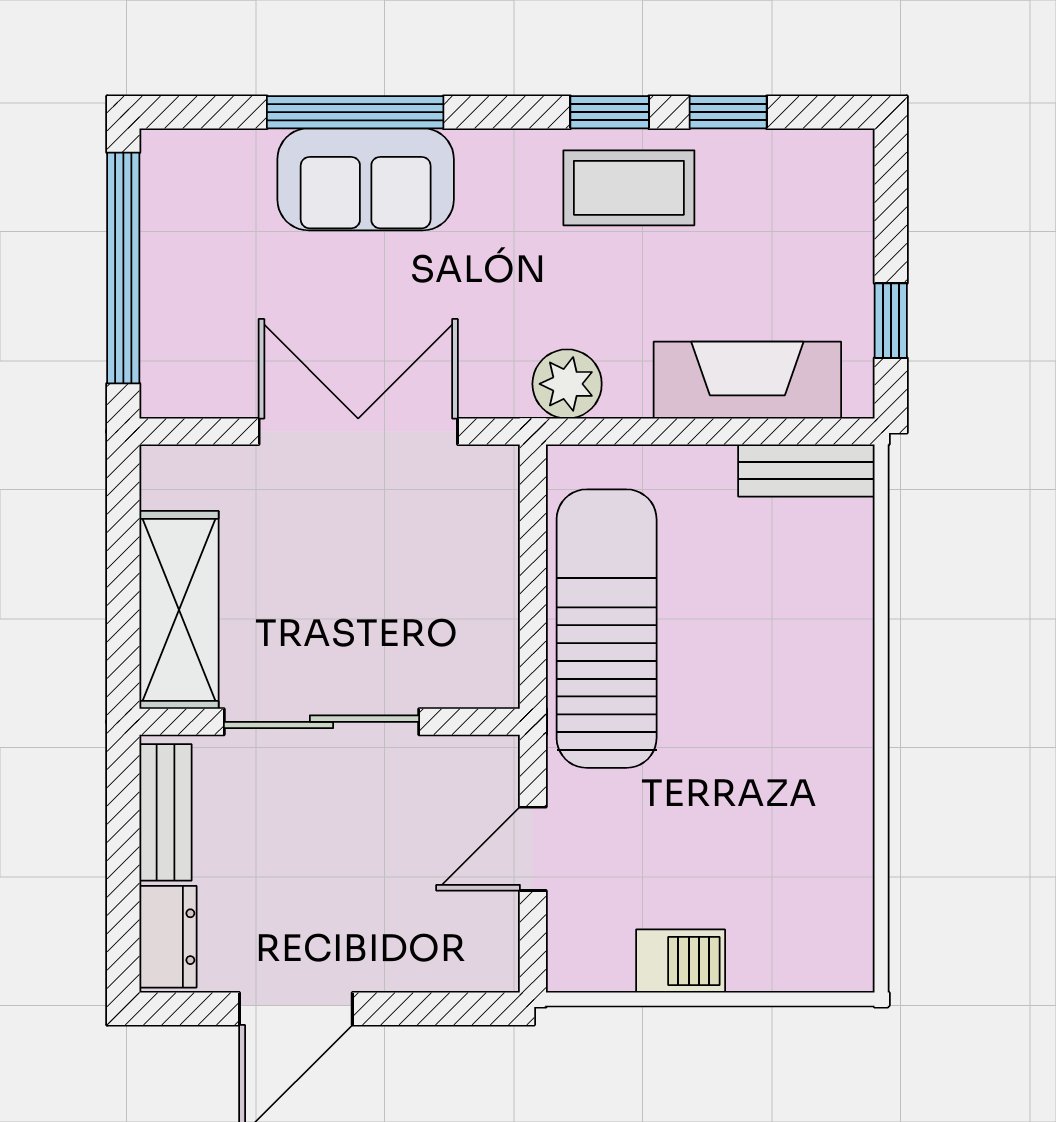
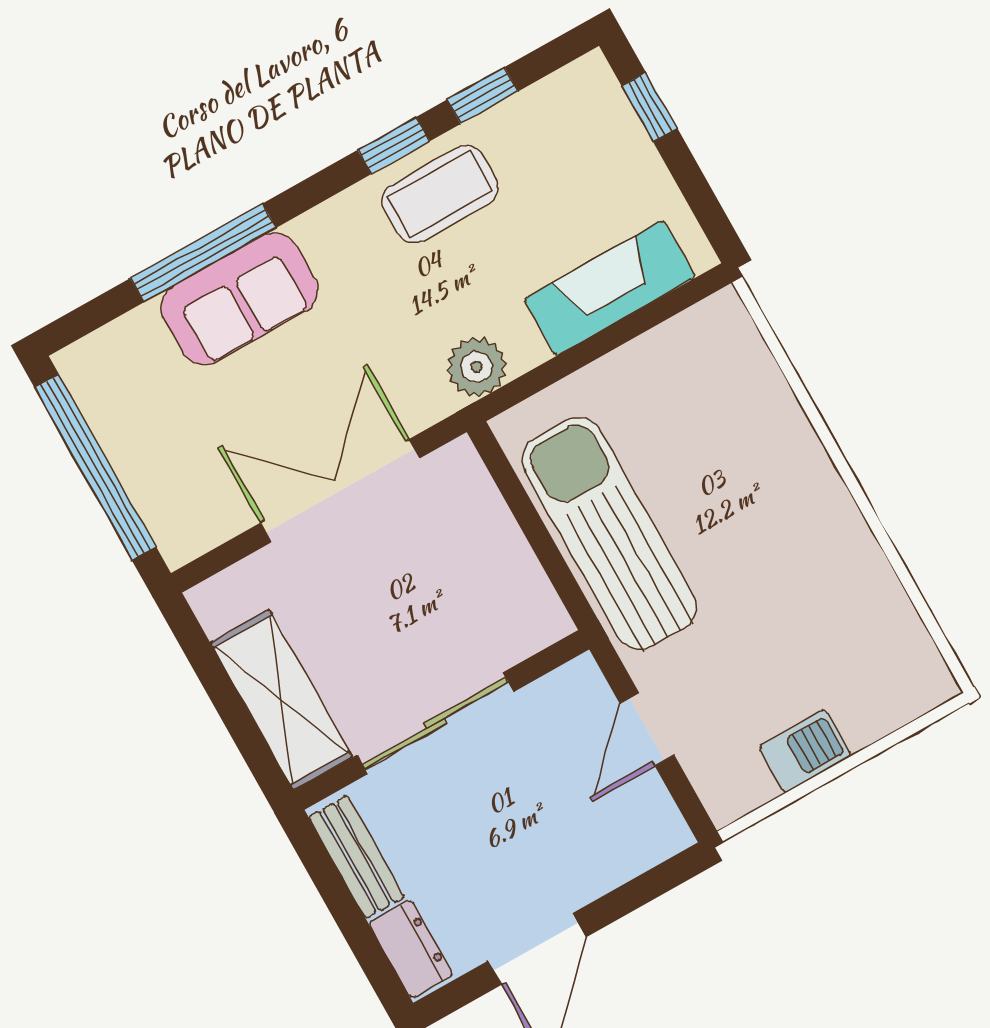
window: (891, 321) -> (650, 107), moved
bench: (806, 470) -> (692, 331), removed

